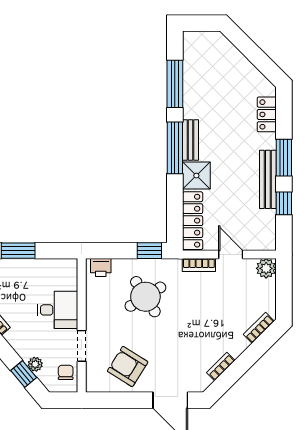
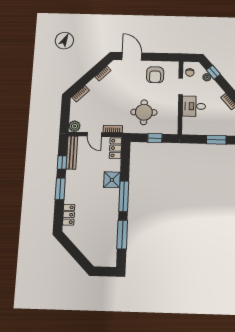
bench: (190, 140) -> (114, 201), removed
bench: (268, 179) -> (72, 153), moved
locker: (193, 221) -> (115, 148), width x0.66
window: (149, 251) -> (155, 138), moved
printer: (101, 267) -> (169, 129), removed
round table: (145, 297) -> (144, 112), turned 32
armchair: (128, 366) -> (155, 75), turned 58

